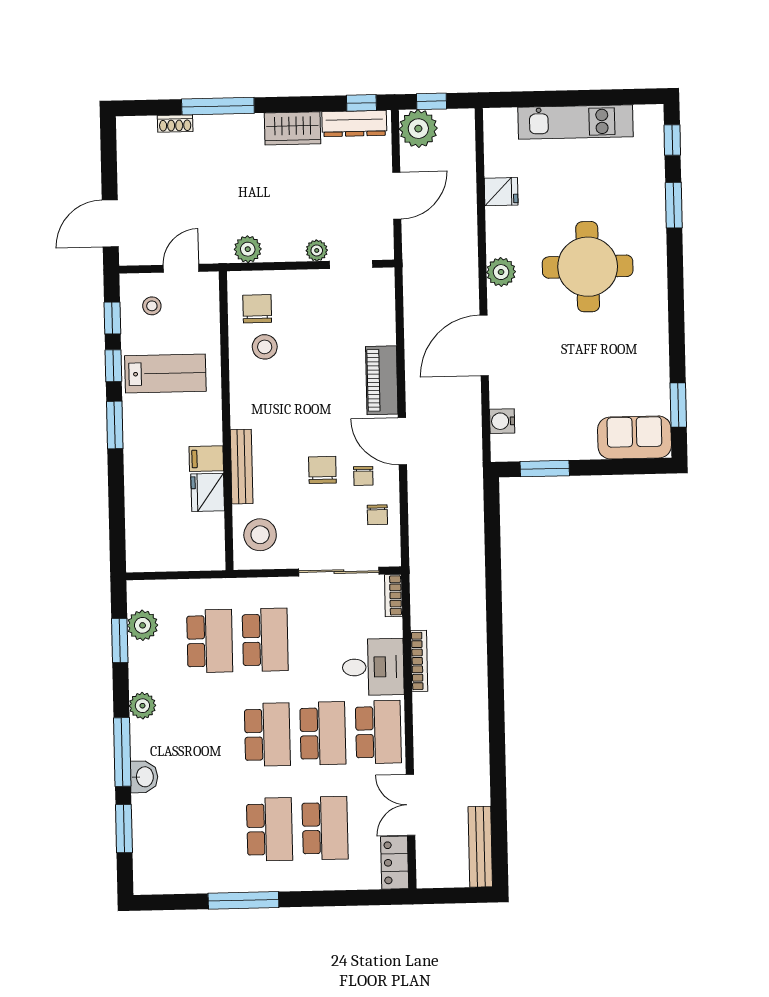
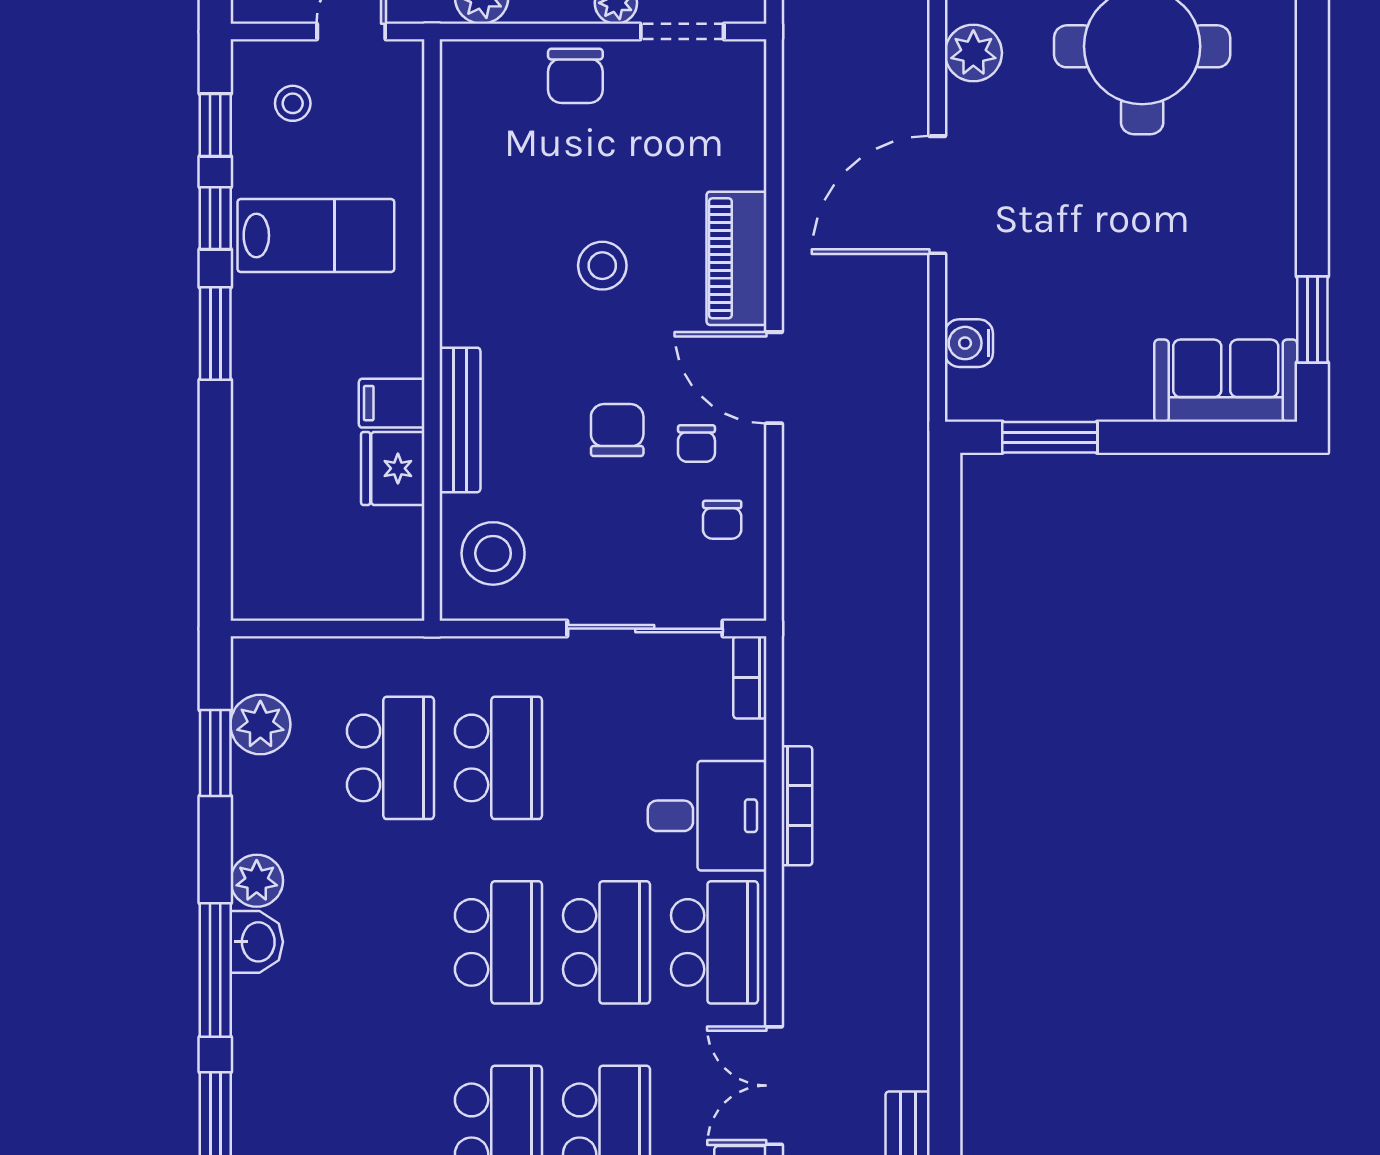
chair: (257, 309) -> (575, 76), moved, turned 180
stool: (265, 347) -> (602, 266), moved
washbasin: (144, 777) -> (257, 942), moved

